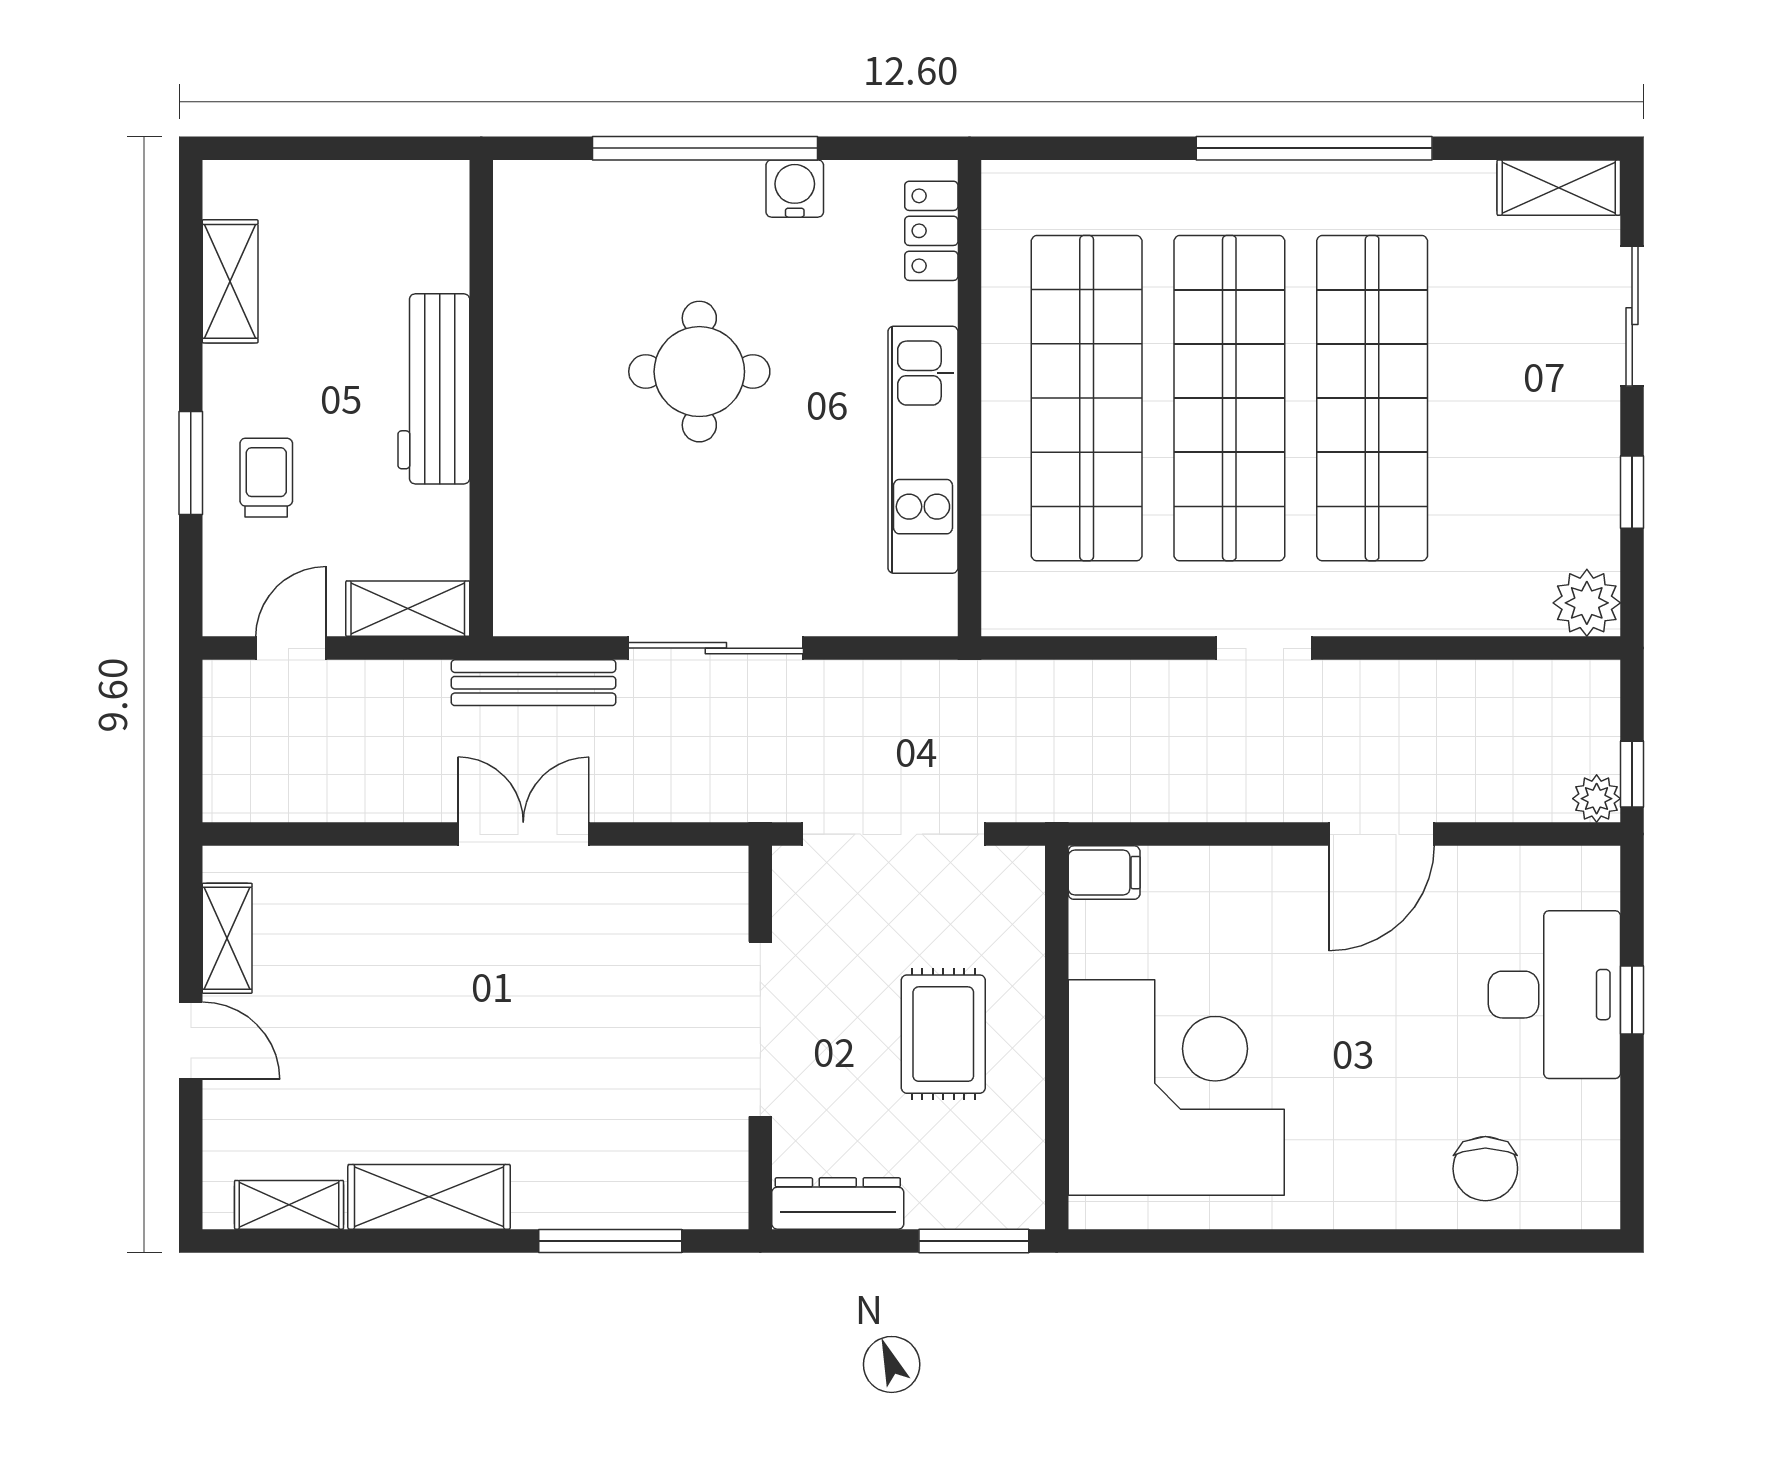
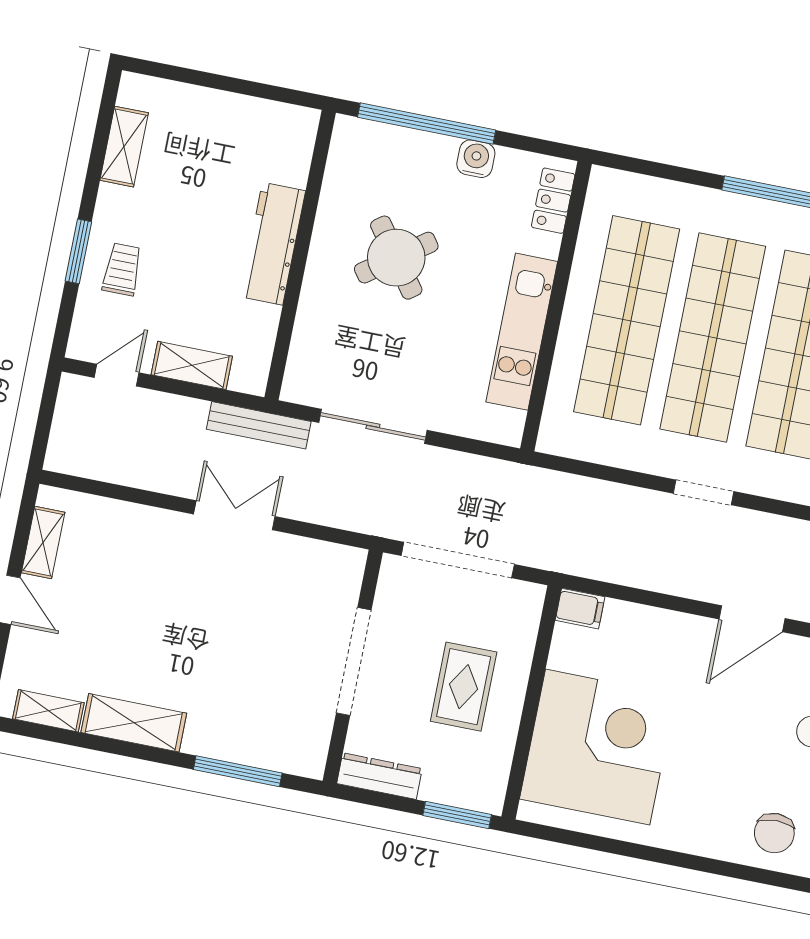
round table: (699, 372) -> (396, 258), turned -36
workbench: (434, 389) -> (273, 244), moved
wall: (481, 398) -> (300, 255), moved

